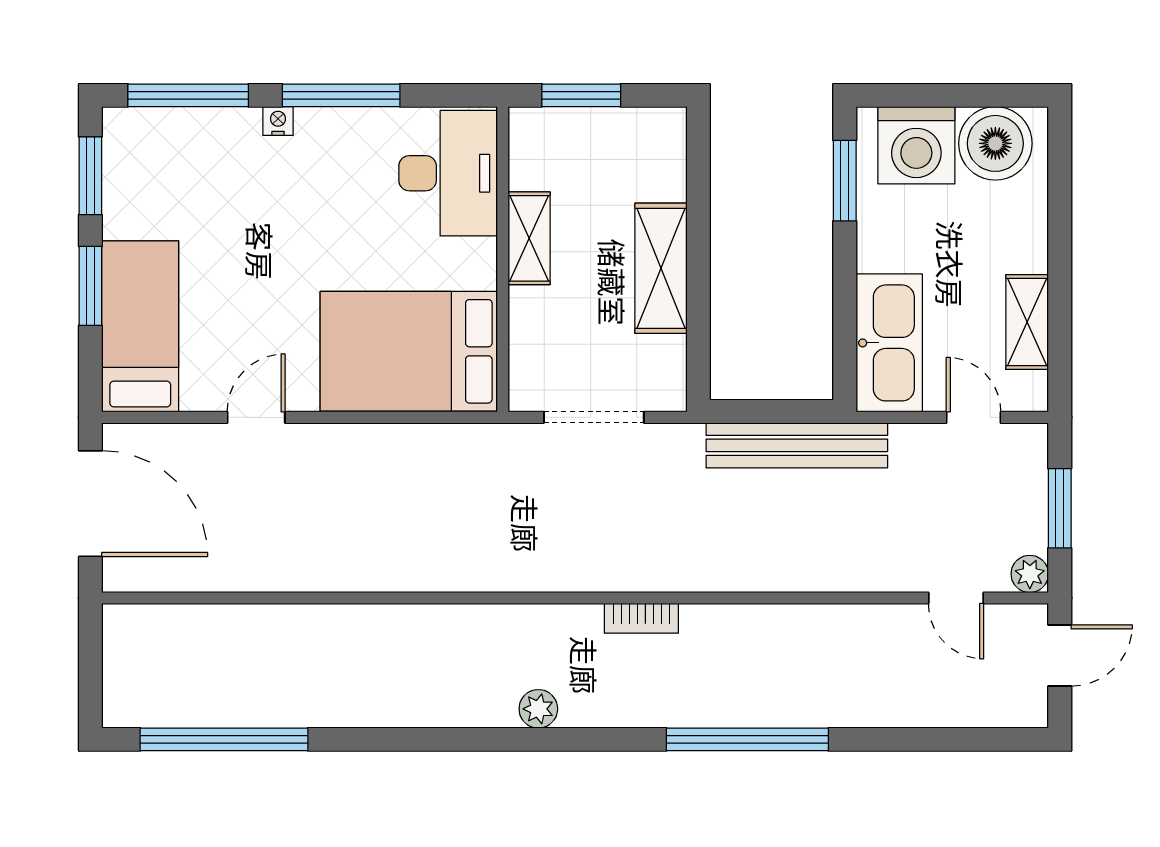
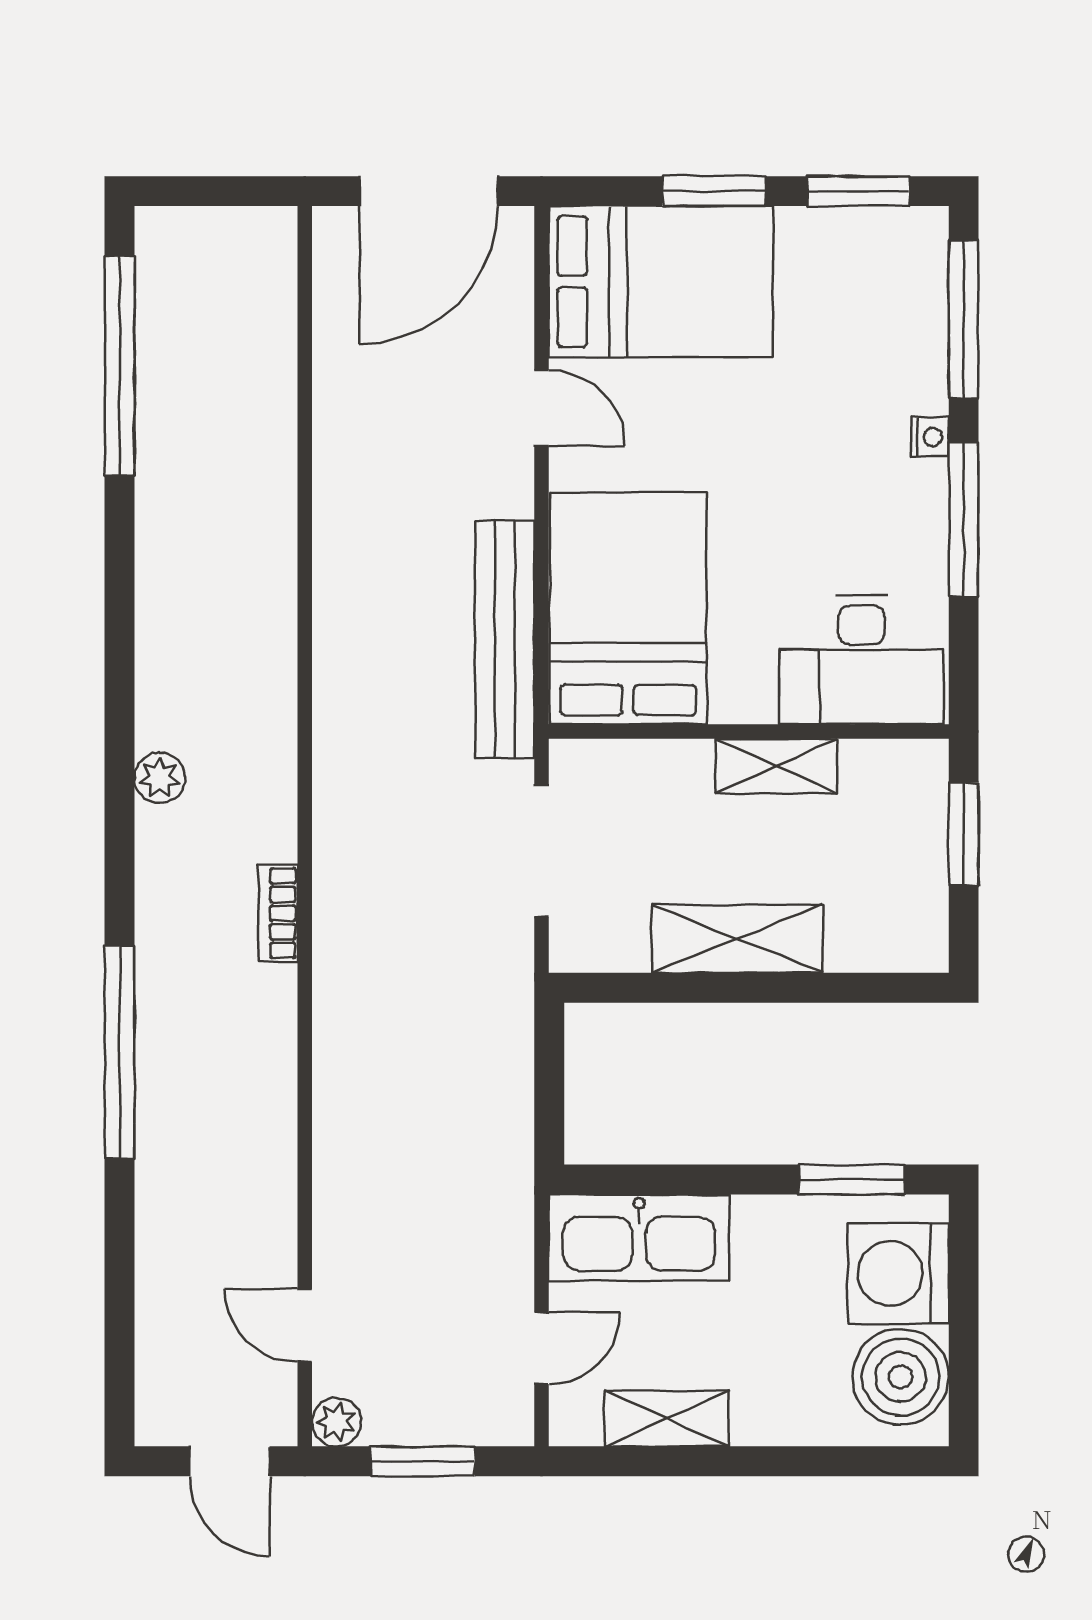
bed: (140, 326) -> (661, 282), width x1.50
bench: (797, 445) -> (505, 639), moved
door: (956, 598) -> (305, 1325), hinge flipped

